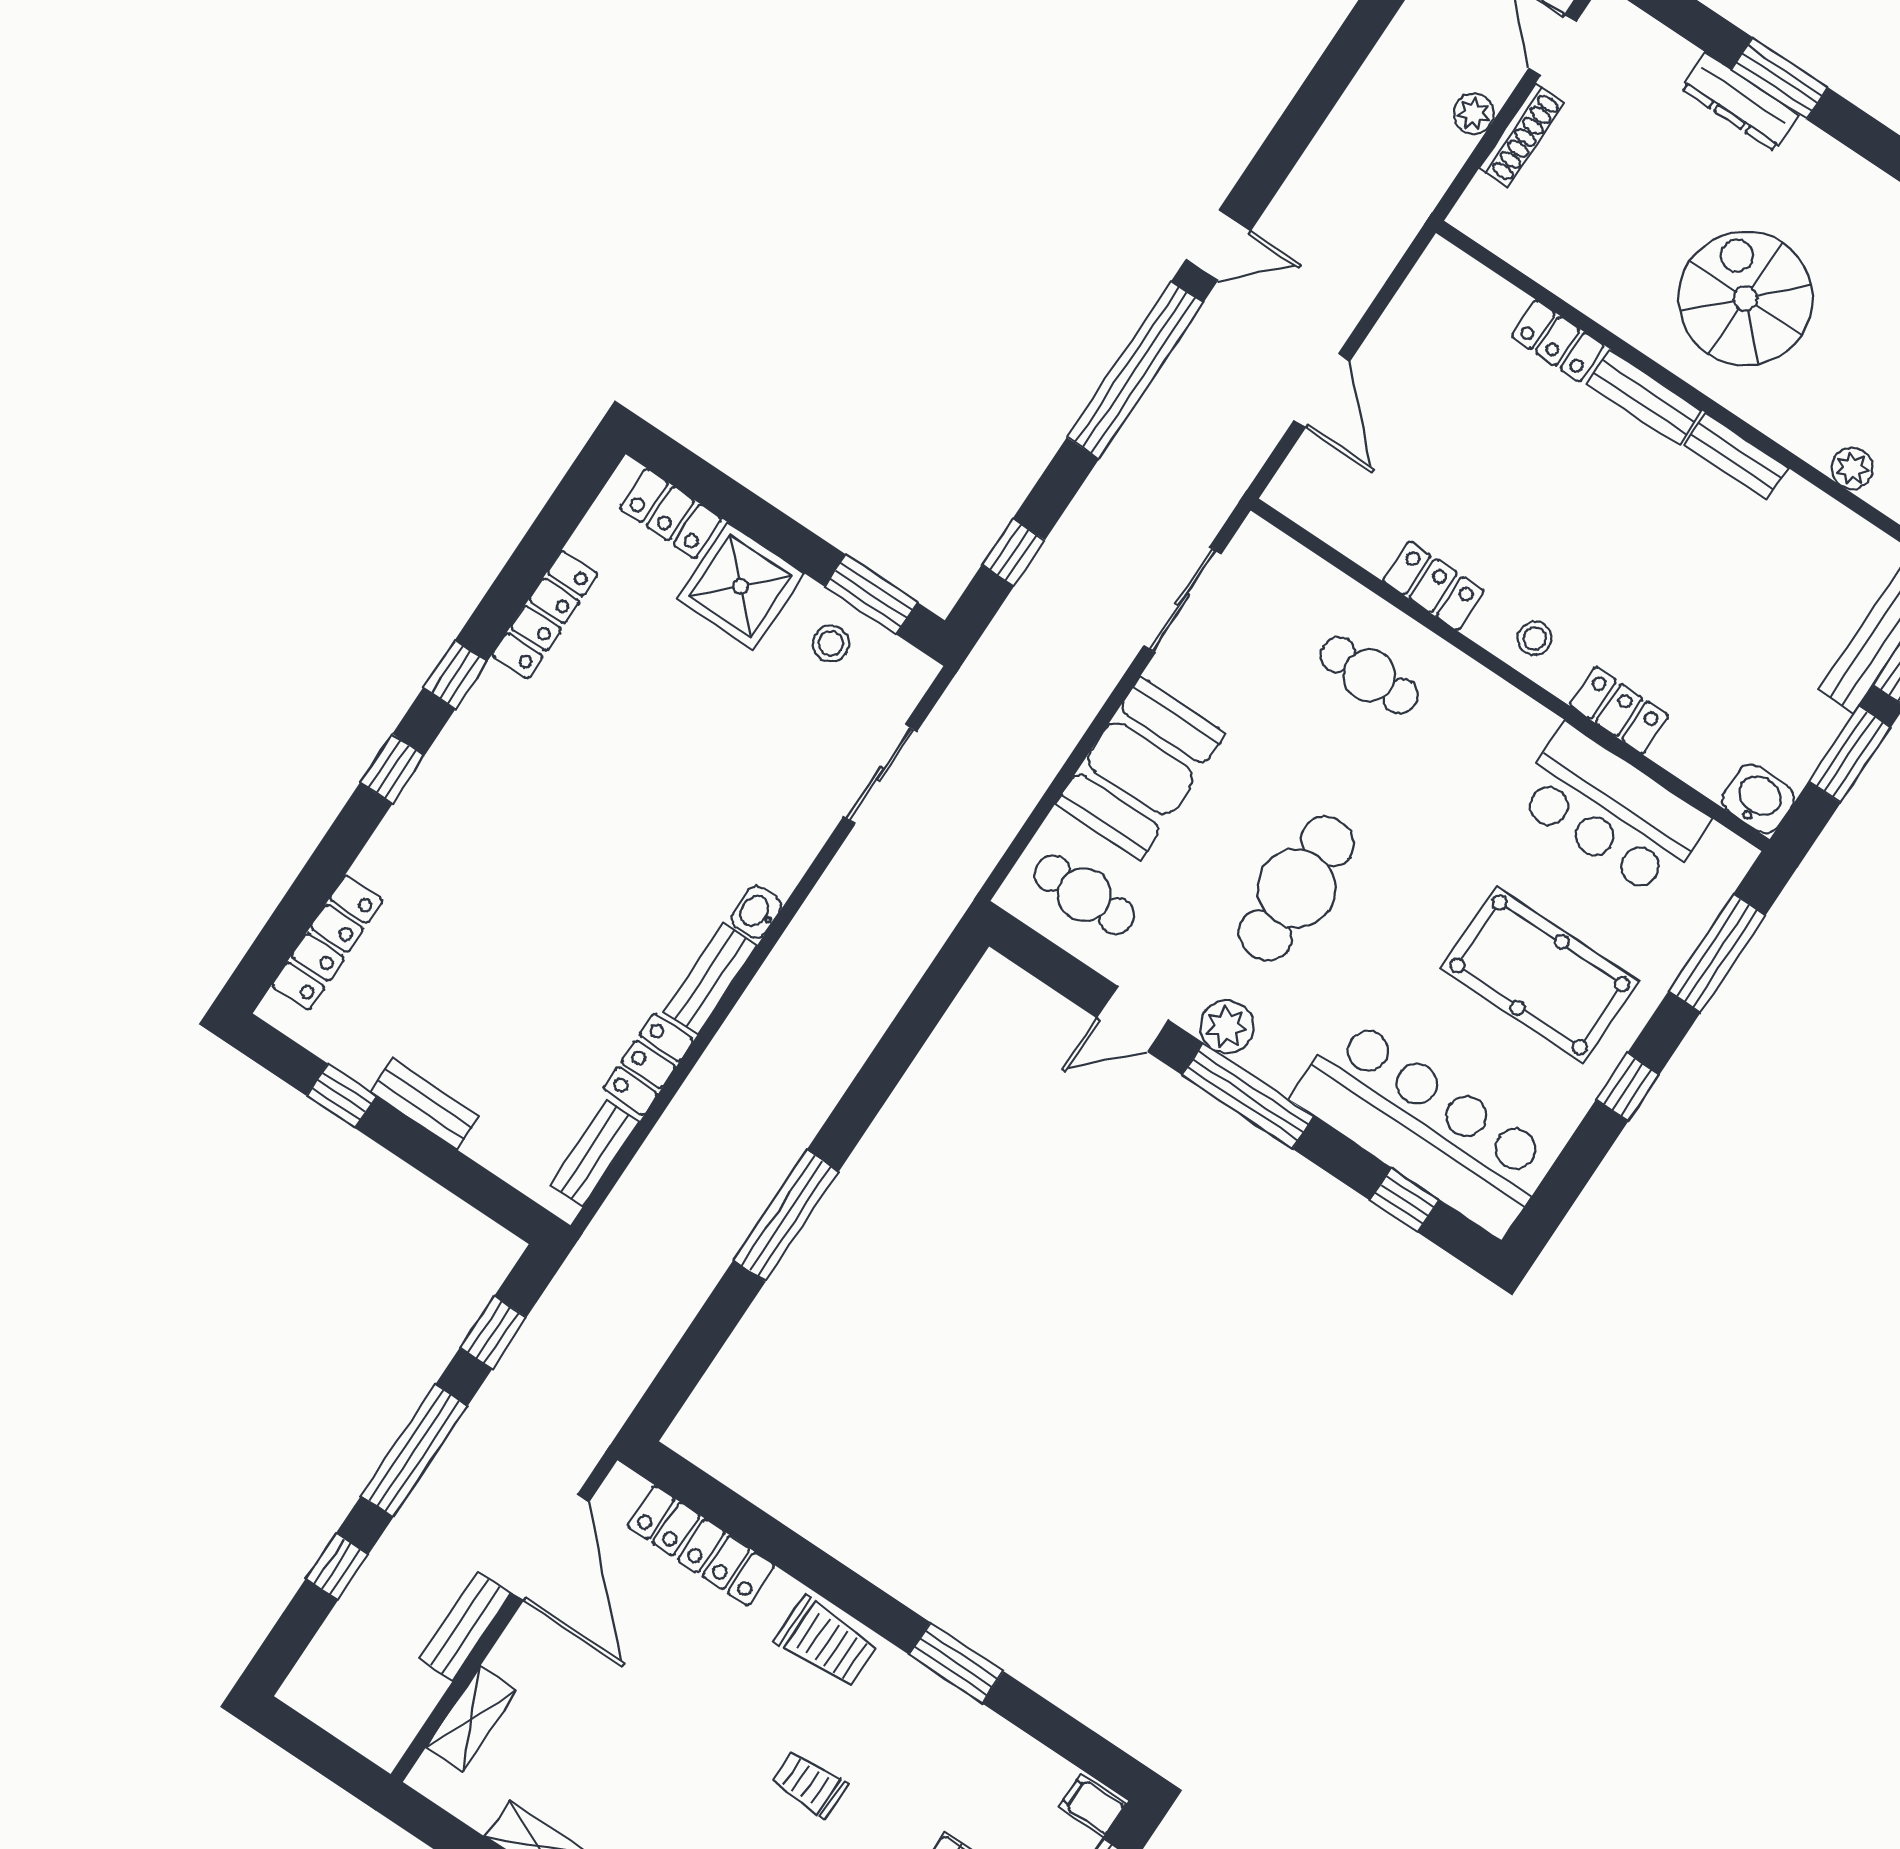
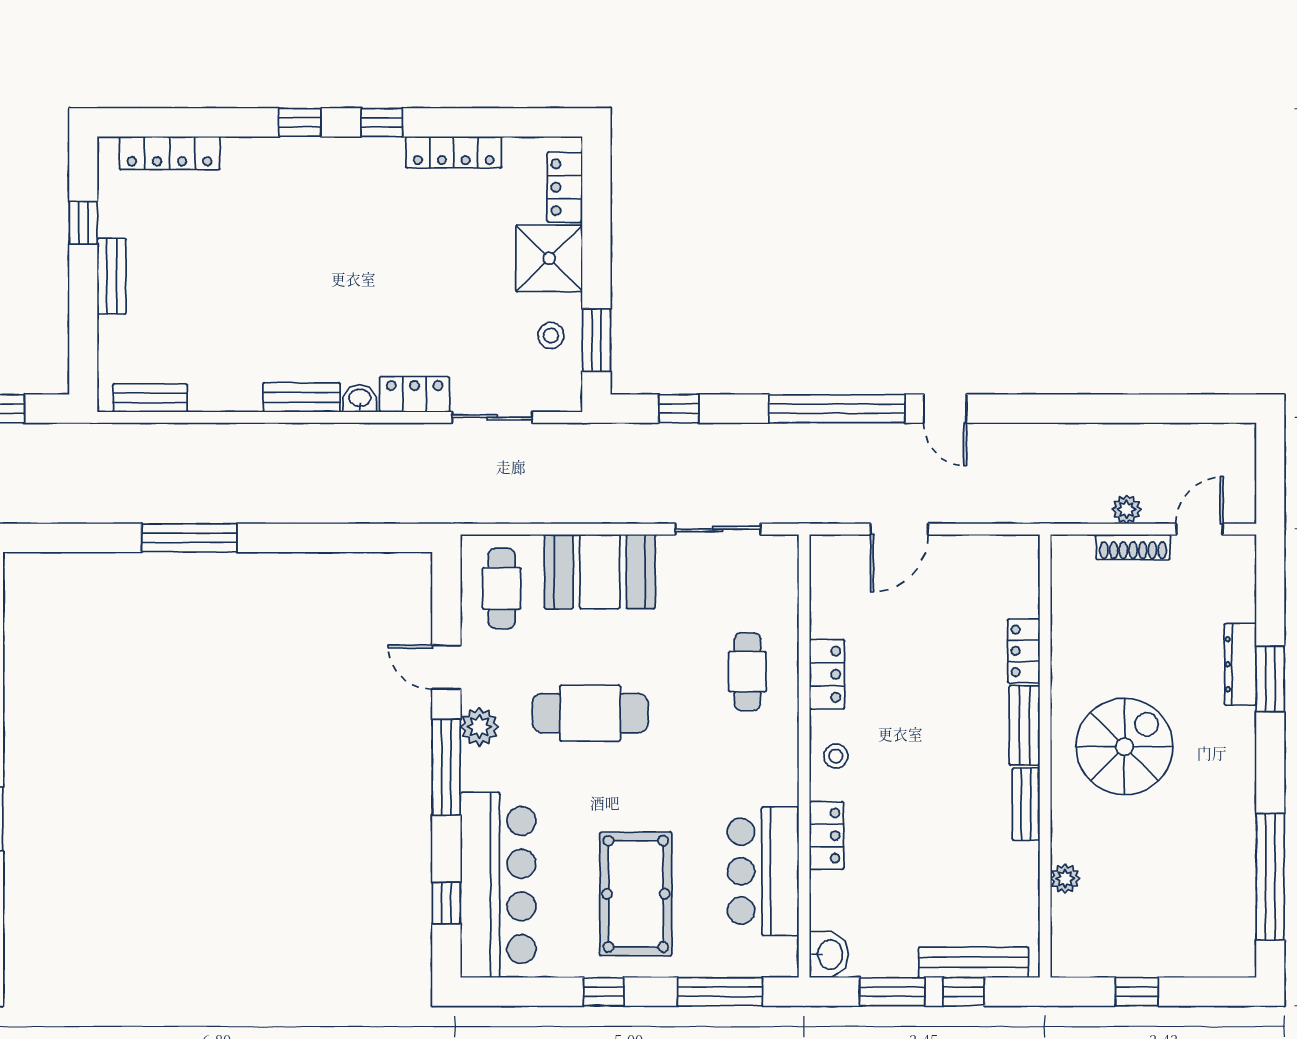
locker: (648, 1064) -> (415, 394), moved

